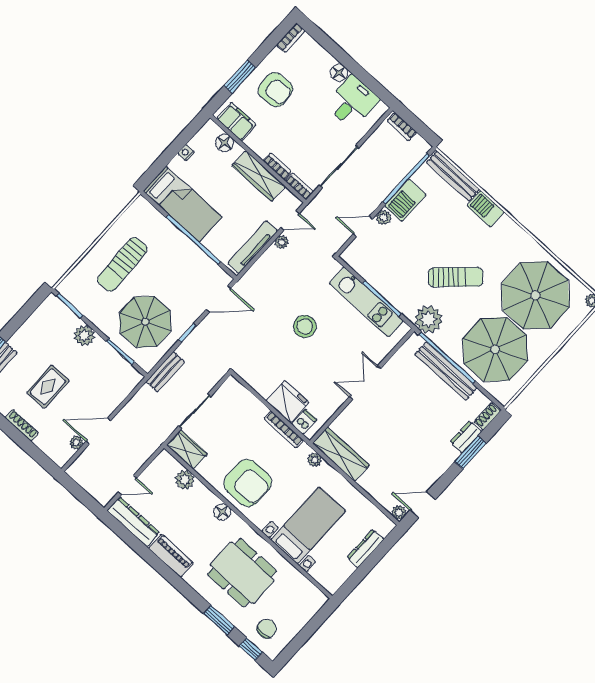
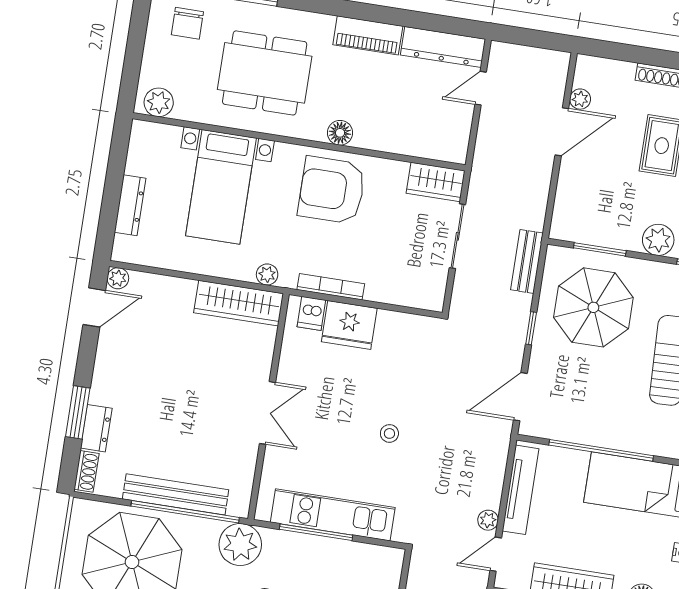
stool: (305, 326) -> (389, 433), width x0.53, depth x0.53
plant: (185, 480) -> (159, 102), moved

